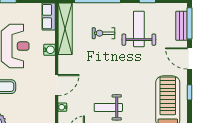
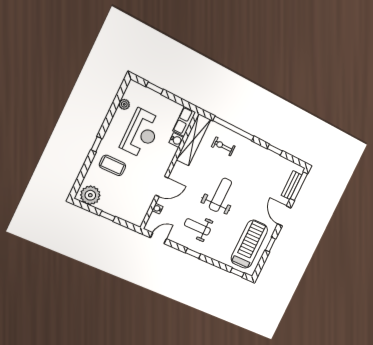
weight bench: (139, 29) -> (220, 195), moved
exercise bike: (104, 33) -> (223, 146), moved
water cooler: (49, 50) -> (176, 140), moved

